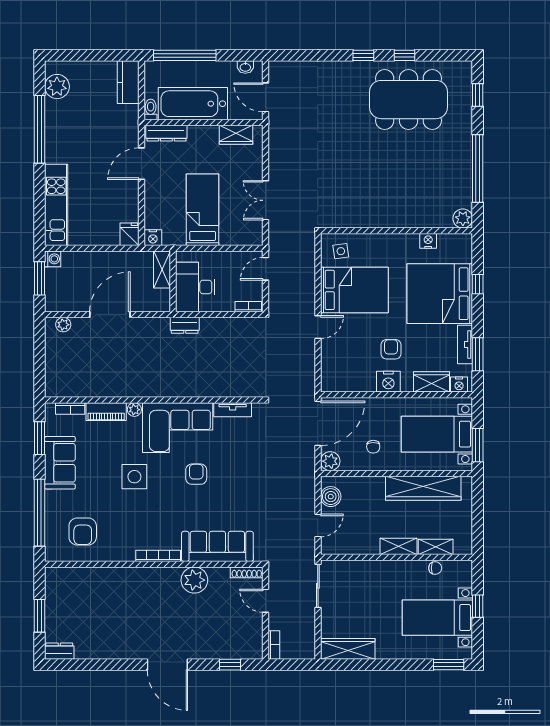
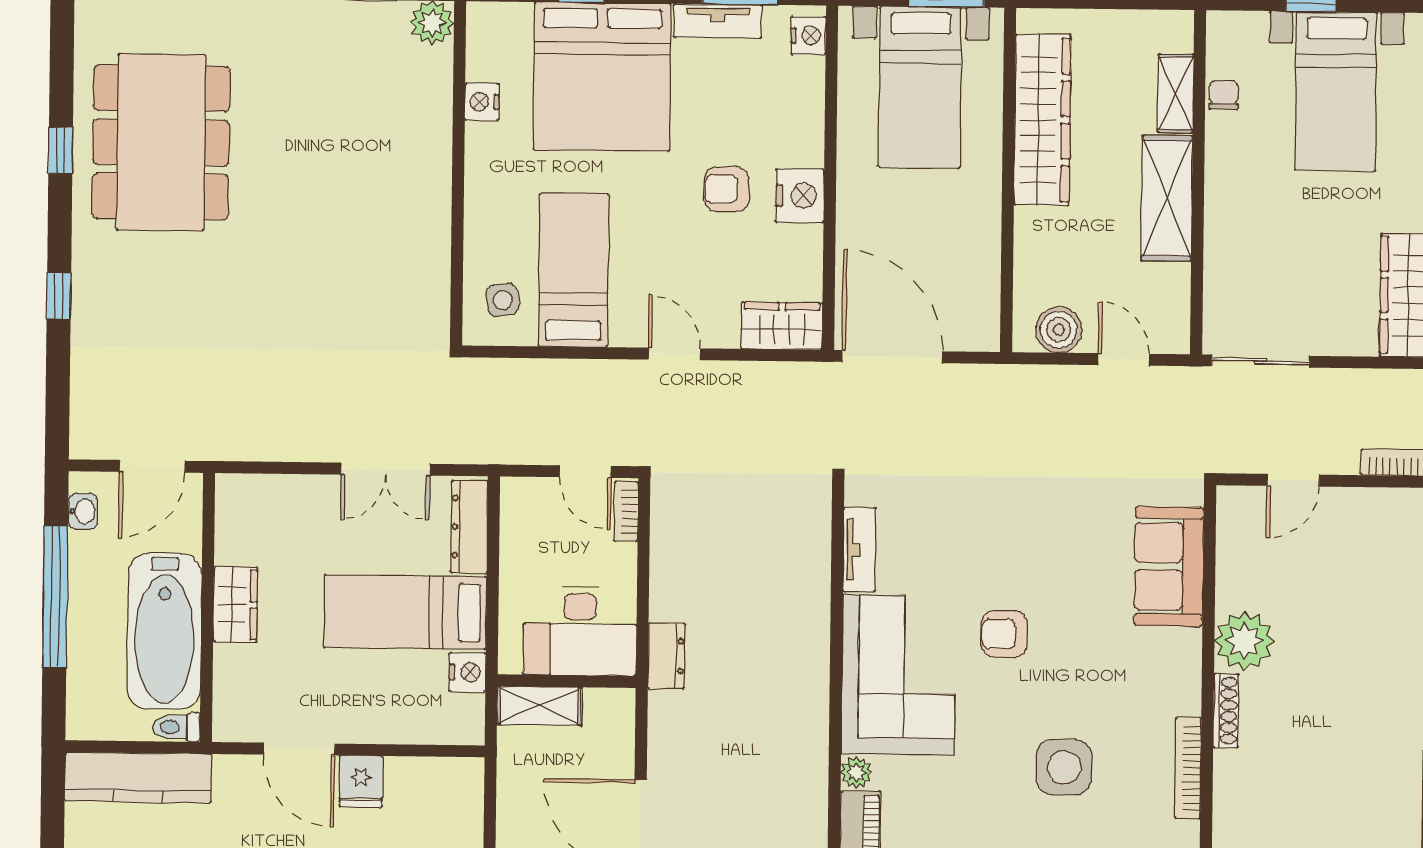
window: (185, 55) -> (55, 596), moved
window: (363, 55) -> (59, 296), moved
kitchen counter: (128, 82) -> (138, 777), width x1.50
dresser: (166, 133) -> (469, 527), moved, turned 180
wardrobe: (236, 135) -> (235, 605), moved
fridge: (130, 234) -> (361, 781), moved, turned -90
nightstand: (153, 238) -> (468, 672), moved
door: (266, 269) -> (585, 472), moved
bed: (354, 290) -> (574, 270), width x0.67
wardrobe: (431, 382) -> (782, 326), moved, turned 90
chair: (373, 447) -> (947, 232), removed
plant: (330, 461) -> (979, 330), removed
side table: (134, 477) -> (1064, 767), moved
sofa: (217, 546) -> (1169, 566), width x0.73
shelving: (399, 546) -> (1167, 198), width x1.50, depth x1.33
bookcase: (158, 556) -> (1188, 768), moved
shoe rack: (247, 572) -> (1226, 711), moved

